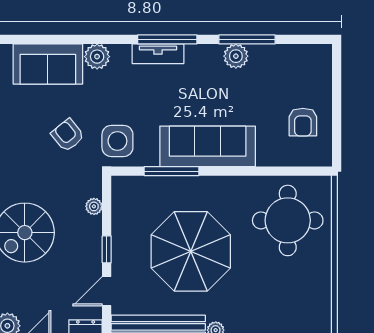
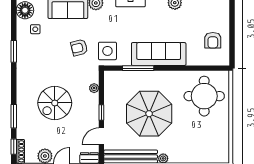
armchair: (68, 135) -> (79, 48), turned -65

